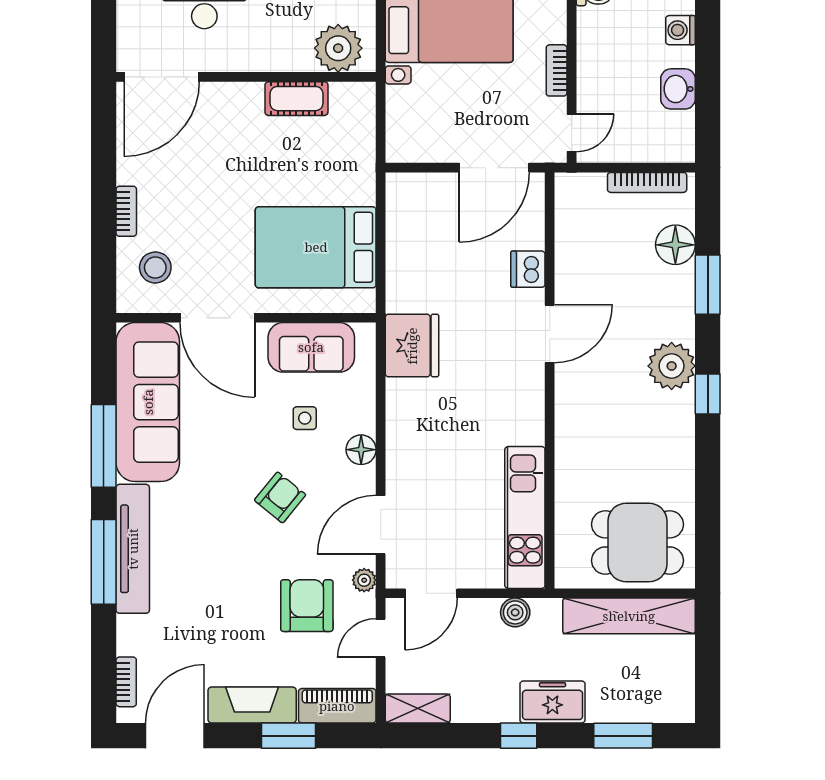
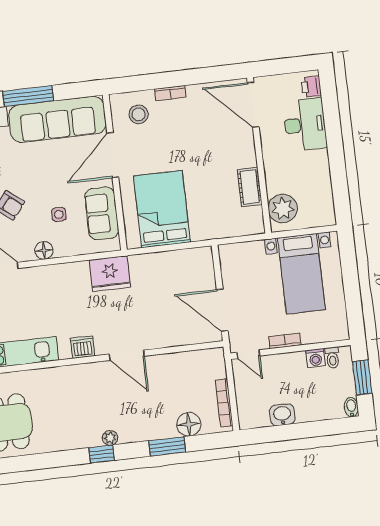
washing machine: (681, 30) -> (316, 358), moved, turned 180
dishwasher: (528, 269) -> (83, 347), moved
plant: (672, 366) -> (110, 438), width x0.53, depth x0.53

